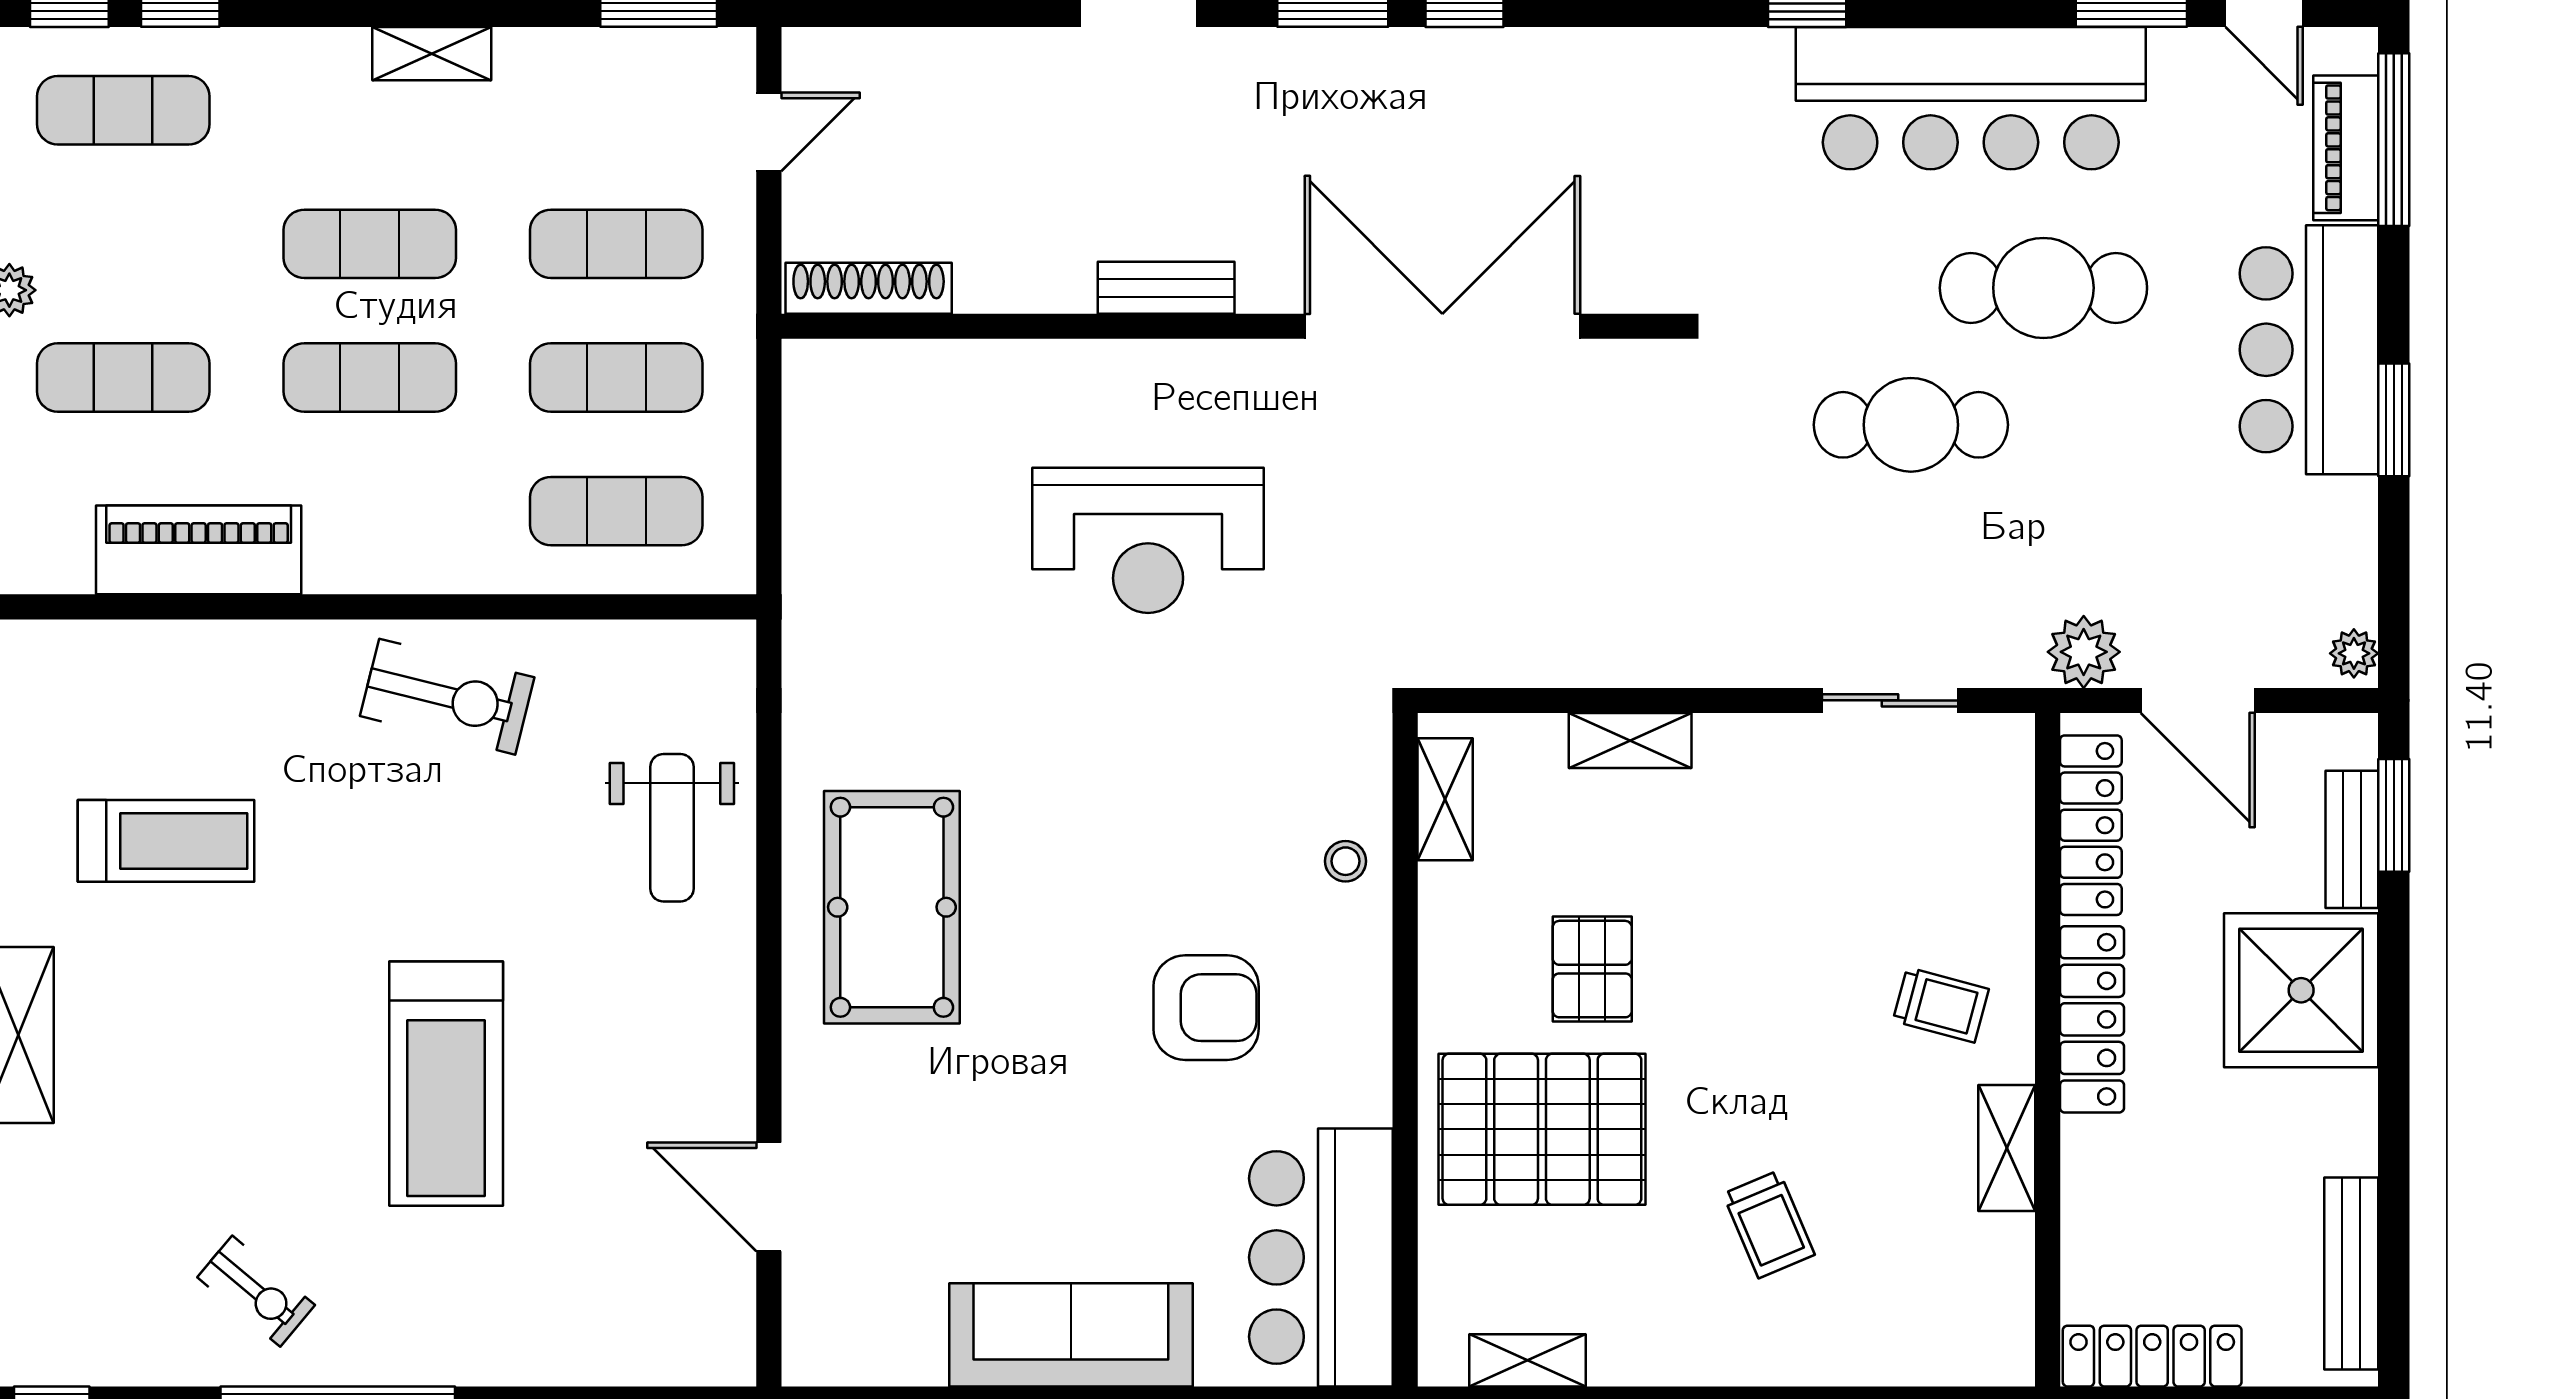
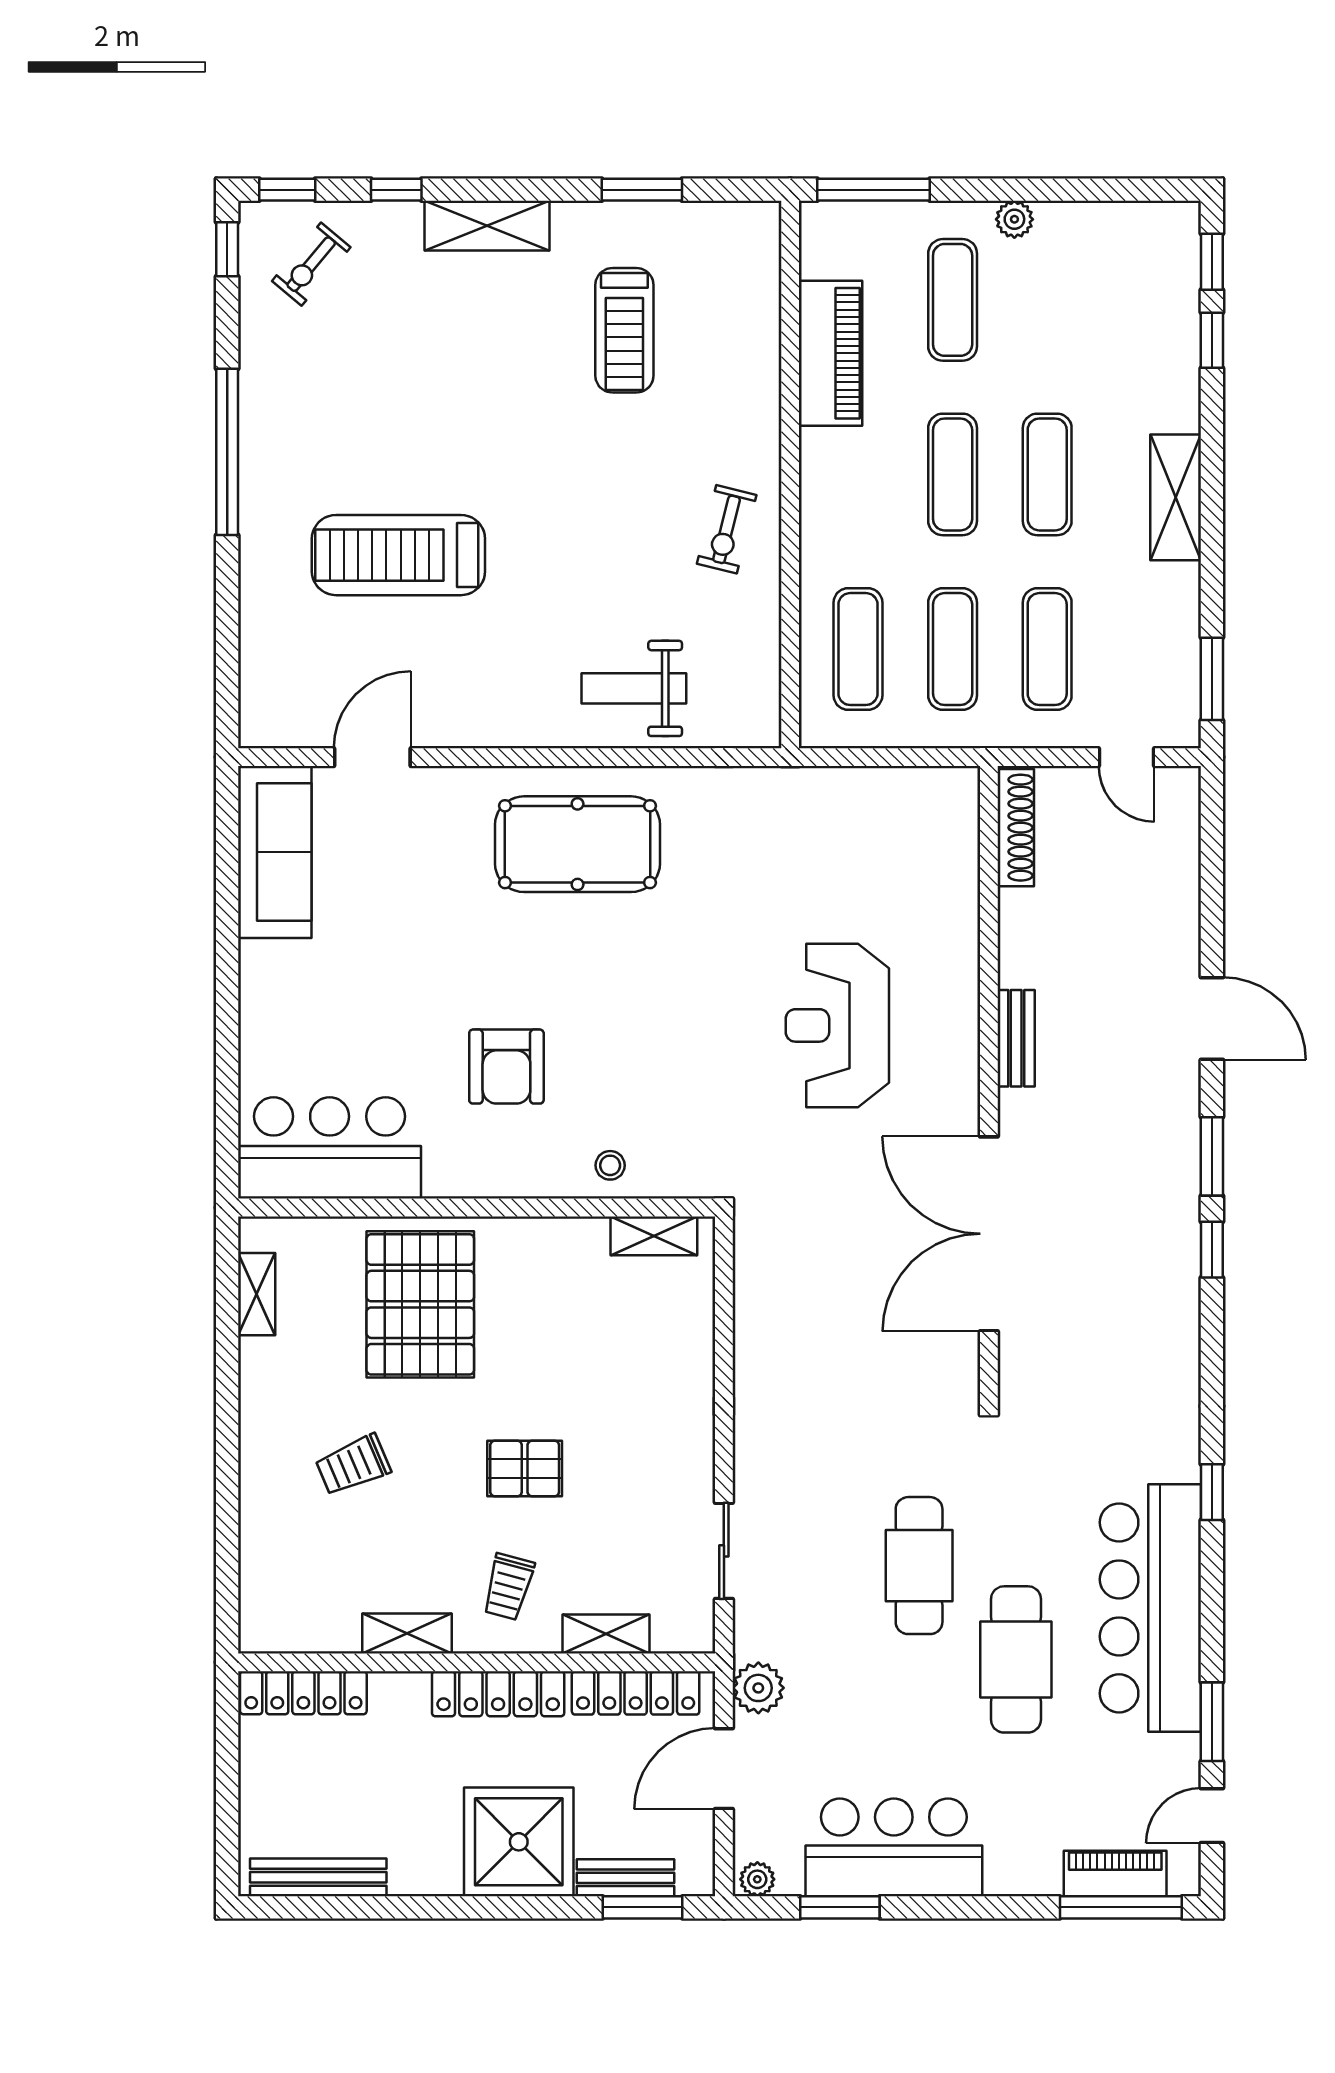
shelving: (432, 54) -> (1176, 497), width x1.50, depth x1.33
exercise mat: (123, 110) -> (1142, 300), removed
double door: (1442, 326) -> (989, 1234), swing flipped
bar counter: (2309, 350) -> (894, 1847), moved
window: (2394, 420) -> (840, 1907), moved
exercise bike: (447, 697) -> (727, 529), width x0.73, depth x0.72
shelving: (1630, 741) -> (606, 1634), moved, turned 90
pallet: (1592, 969) -> (525, 1469), moved
treadmill: (446, 1084) -> (398, 555), moved
exercise bike: (256, 1291) -> (311, 264), moved
sofa: (1071, 1335) -> (275, 852), moved
locker: (2152, 1356) -> (303, 1693), moved, turned 90

